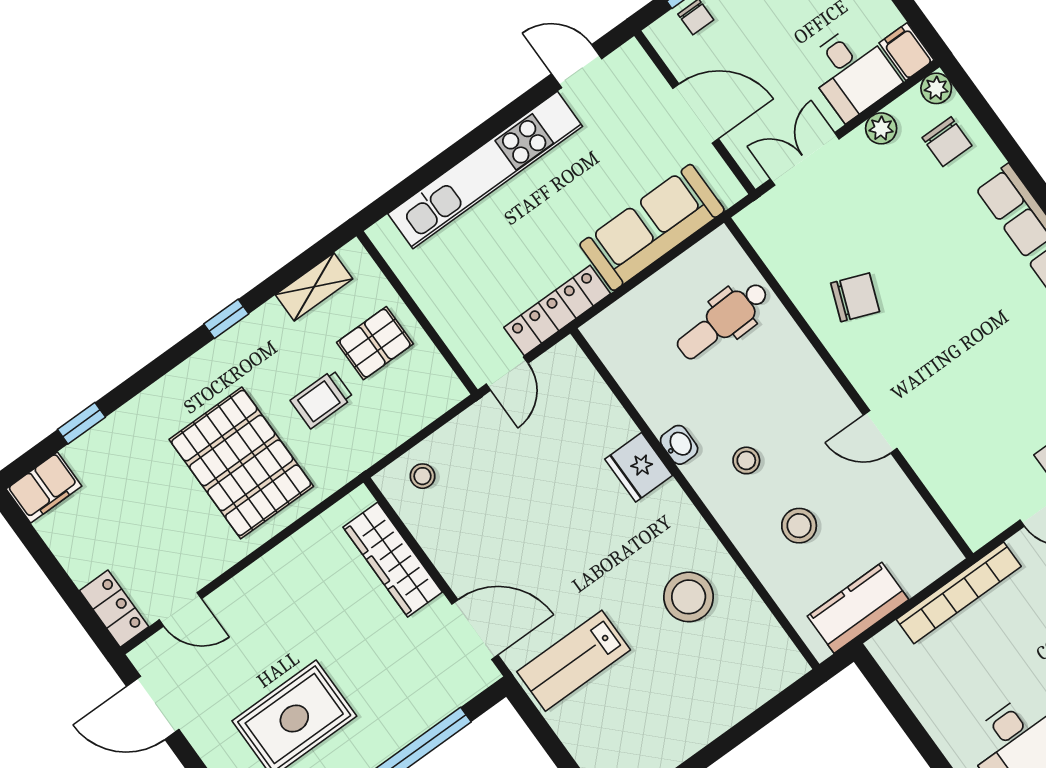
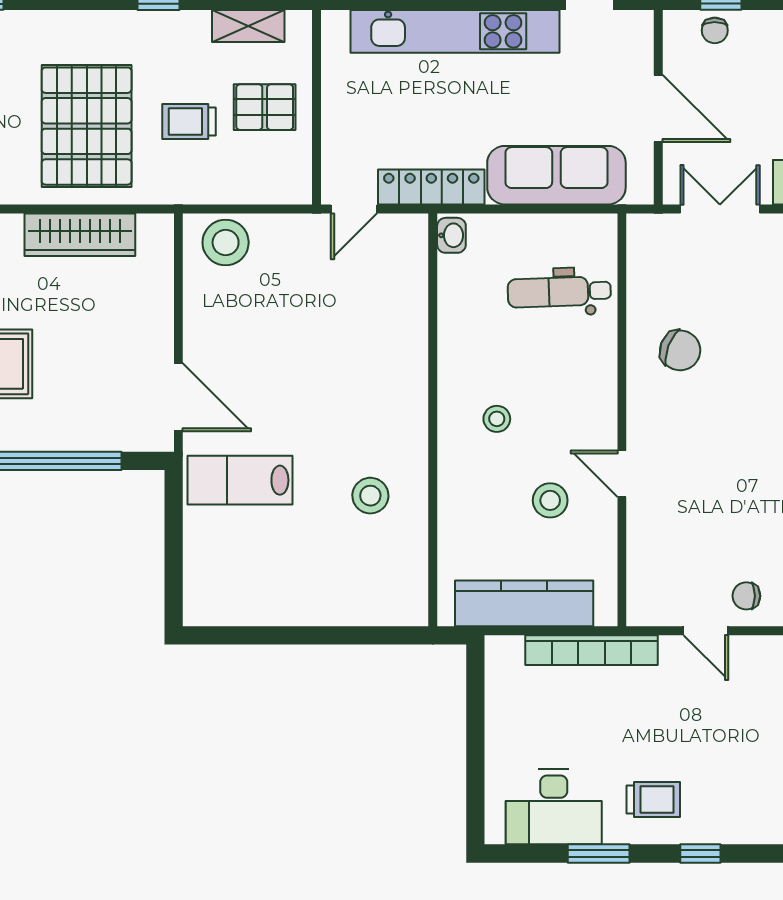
washbasin: (679, 445) -> (451, 235), moved
fridge: (639, 467) -> (406, 362), removed
stool: (422, 476) -> (226, 242), width x1.89, depth x1.89
stool: (799, 526) -> (550, 500), moved
wardrobe: (393, 560) -> (80, 235), moved, turned -90
stool: (689, 597) -> (370, 496), width x0.73, depth x0.73
kitchen counter: (858, 608) -> (524, 603), width x1.50

